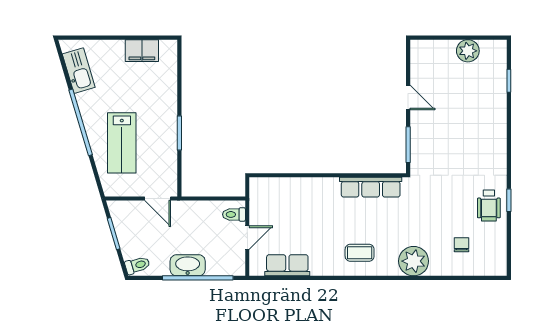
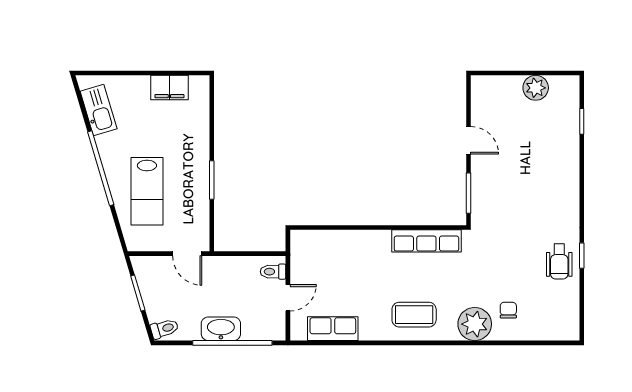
chair: (461, 245) -> (508, 310), moved
coffee table: (360, 253) -> (414, 315), width x1.36, depth x1.30

